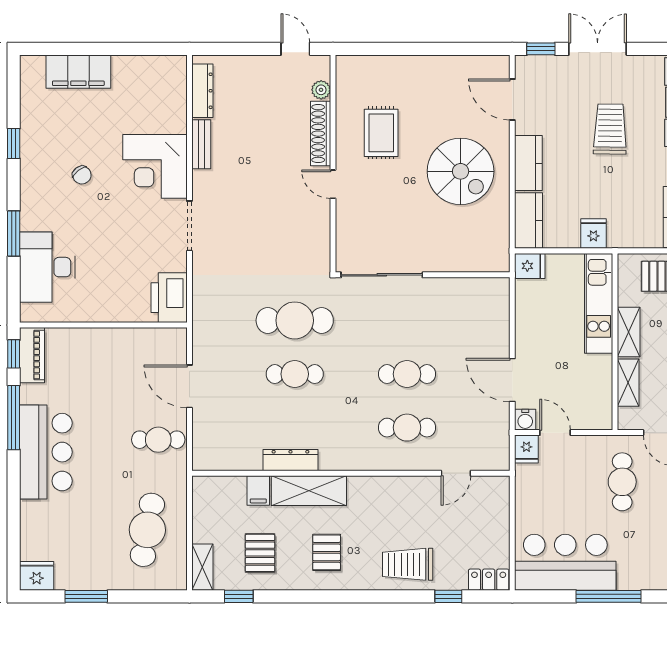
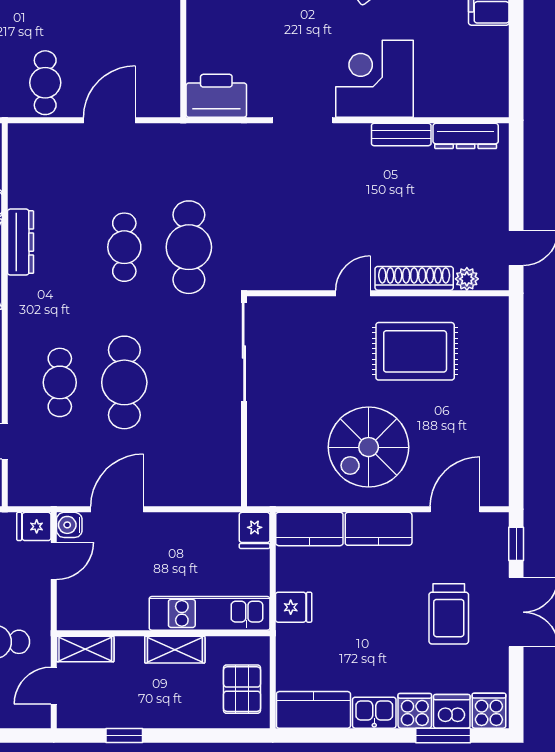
trolley: (610, 129) -> (449, 614), moved, turned 89
rug: (381, 133) -> (415, 351), width x1.36, depth x1.43
cafe table: (407, 374) -> (124, 382), width x1.37, depth x1.35
shelving: (628, 383) -> (85, 649), moved

